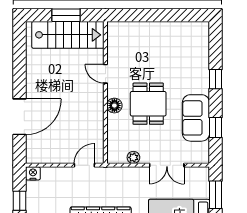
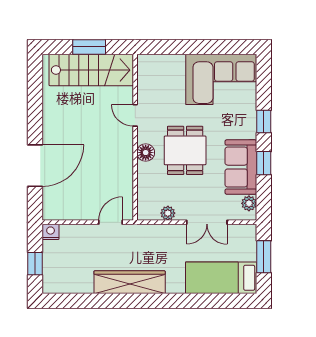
corner sofa: (179, 43) -> (221, 79), added
window: (216, 127) -> (264, 163), moved
plant: (203, 149) -> (249, 203), added

